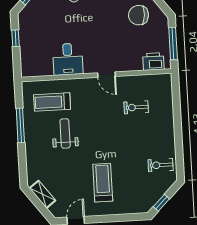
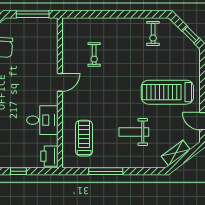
printer: (153, 62) -> (49, 156), moved
treadmill: (52, 102) -> (84, 138), turned 180
weight bench: (65, 133) -> (134, 132), moved
treadmill: (103, 183) -> (167, 92), width x1.37, depth x1.38

